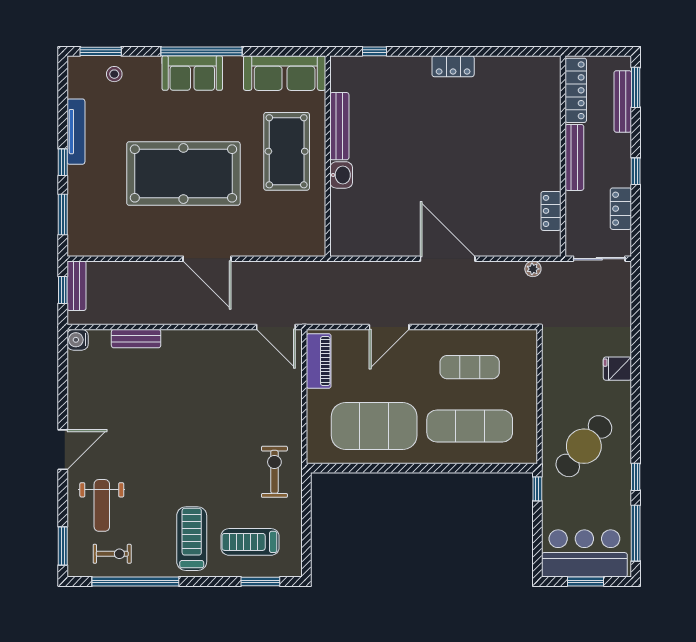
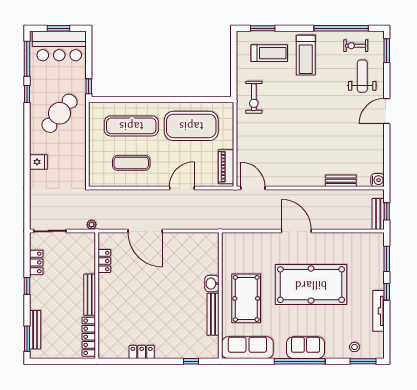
locker: (576, 90) -> (89, 337), moved
wall: (563, 156) -> (97, 295), moved
bench: (574, 157) -> (90, 295), moved
locker: (551, 211) -> (104, 261), moved

